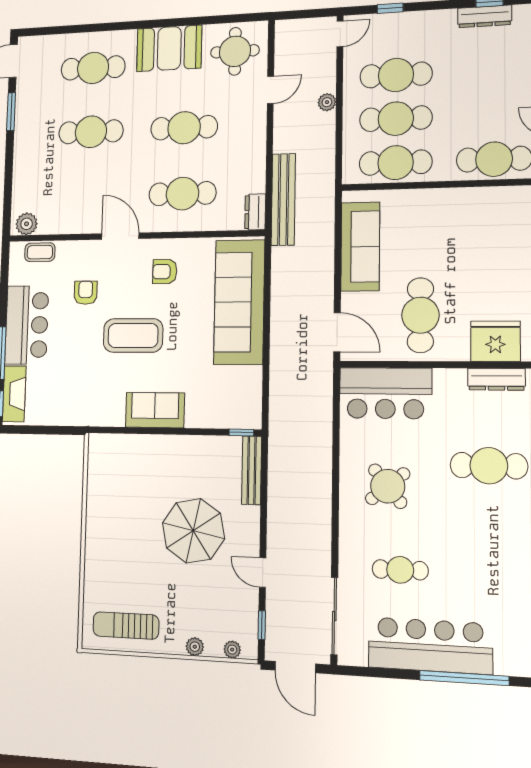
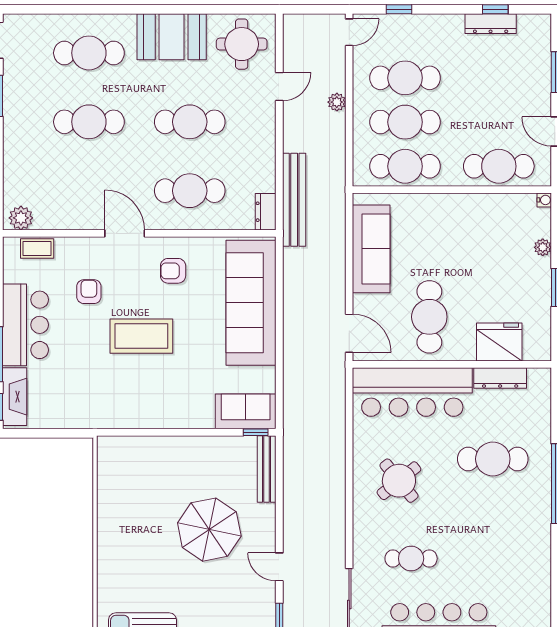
bar counter: (385, 393) -> (412, 392), width x1.36
sofa: (155, 410) -> (246, 411), moved

